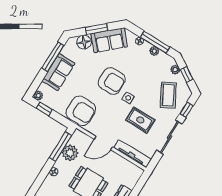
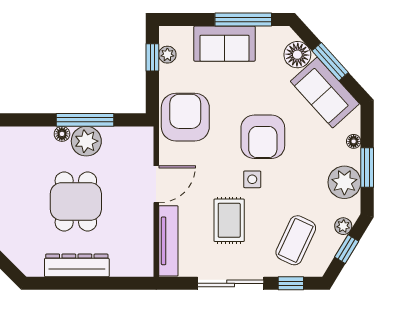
window: (155, 42) -> (367, 167), width x0.69
plant: (154, 51) -> (344, 182), width x1.87, depth x1.87
coffee table: (168, 95) -> (296, 240), turned -36
plant: (38, 96) -> (167, 55), moved
armchair: (81, 111) -> (185, 117), turned 180
door: (103, 143) -> (156, 184), swing flipped
window: (60, 147) -> (85, 120), moved
plant: (70, 153) -> (86, 141), moved

